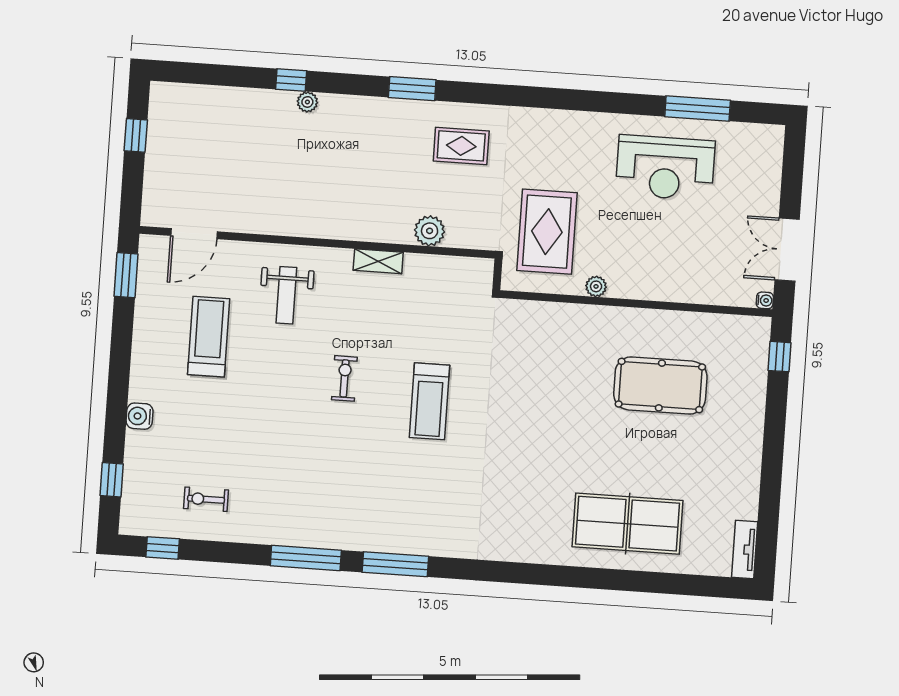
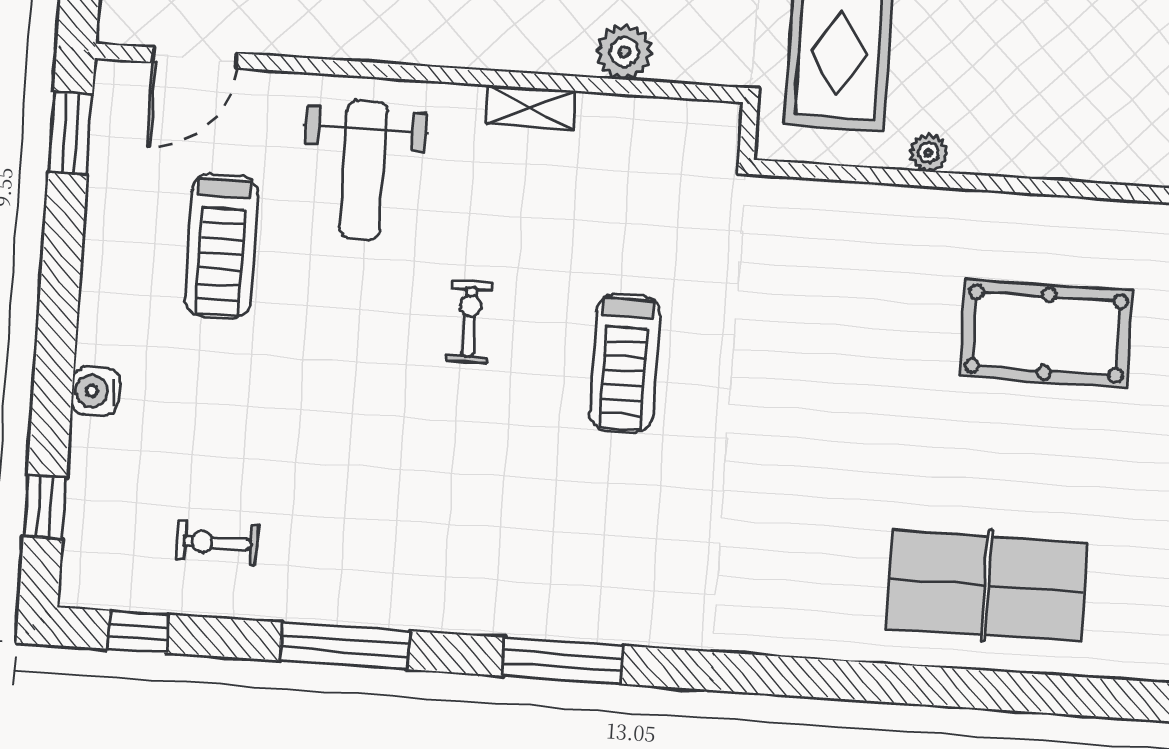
weight bench: (286, 295) -> (363, 170), width x1.36, depth x1.33
treadmill: (209, 337) -> (221, 246), turned 180
window: (306, 558) -> (344, 646), moved

